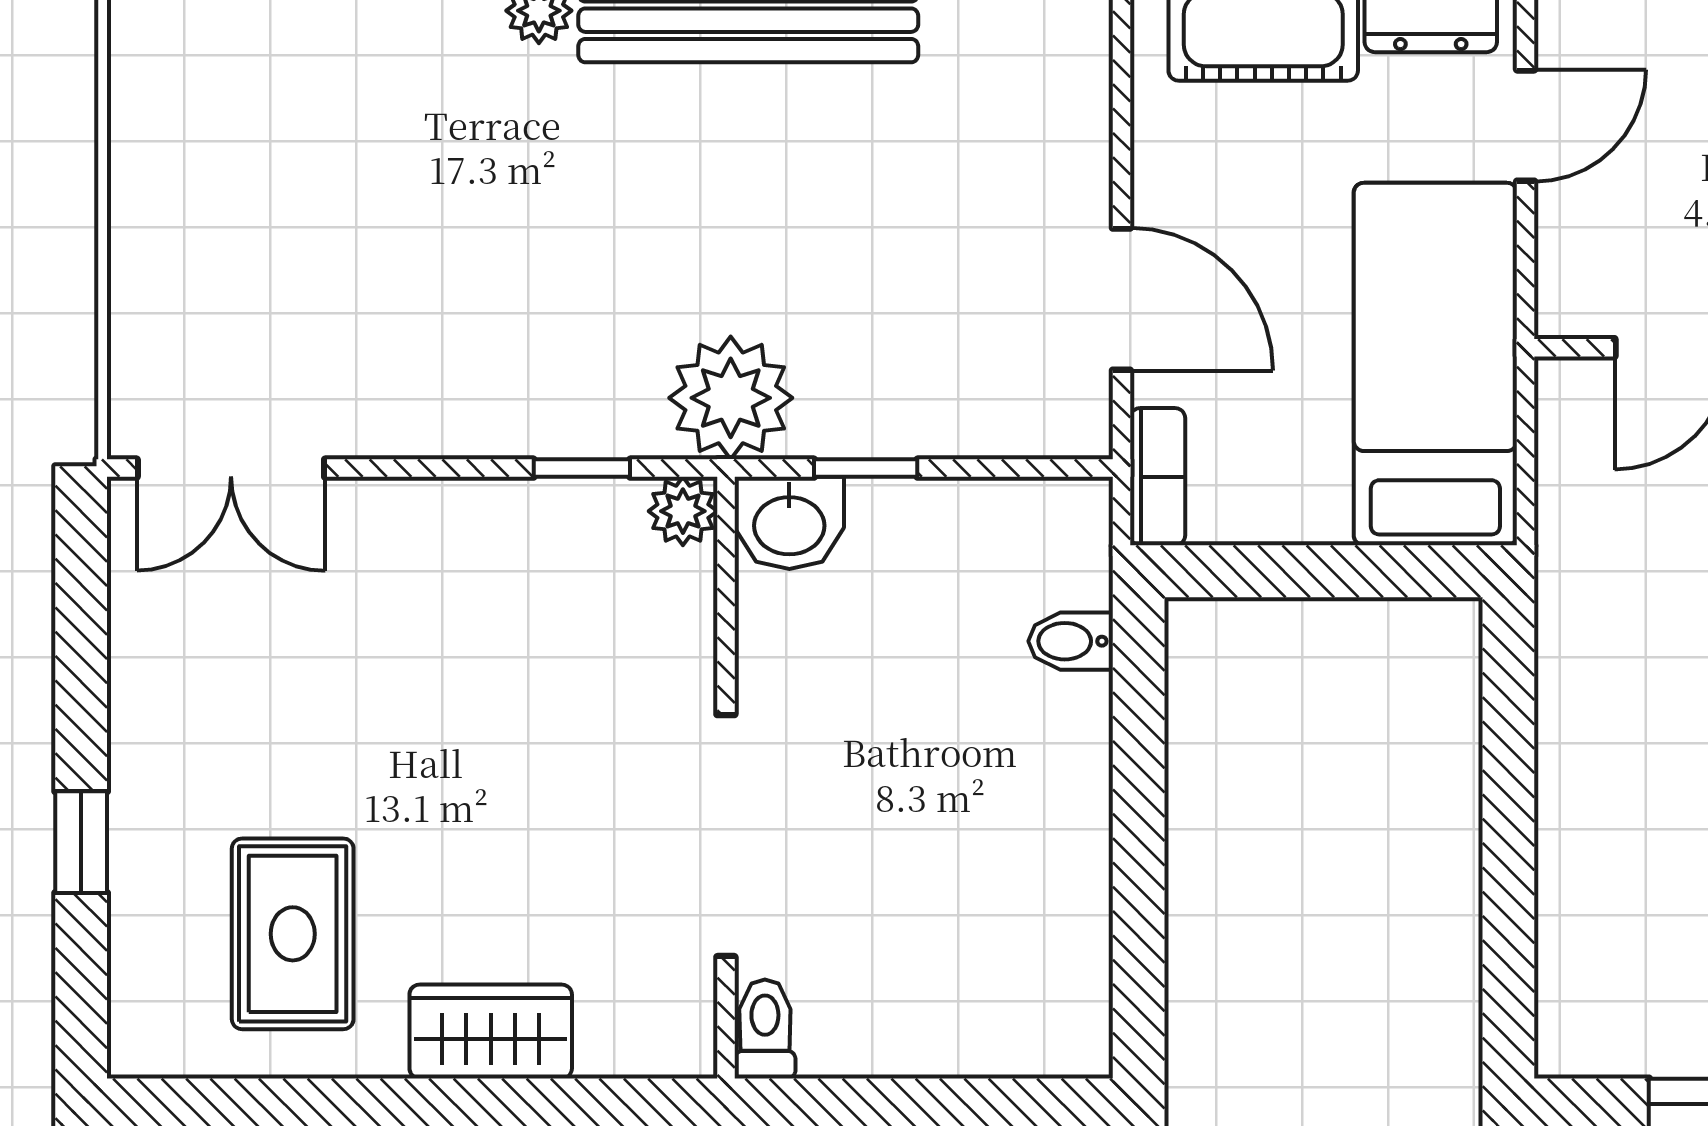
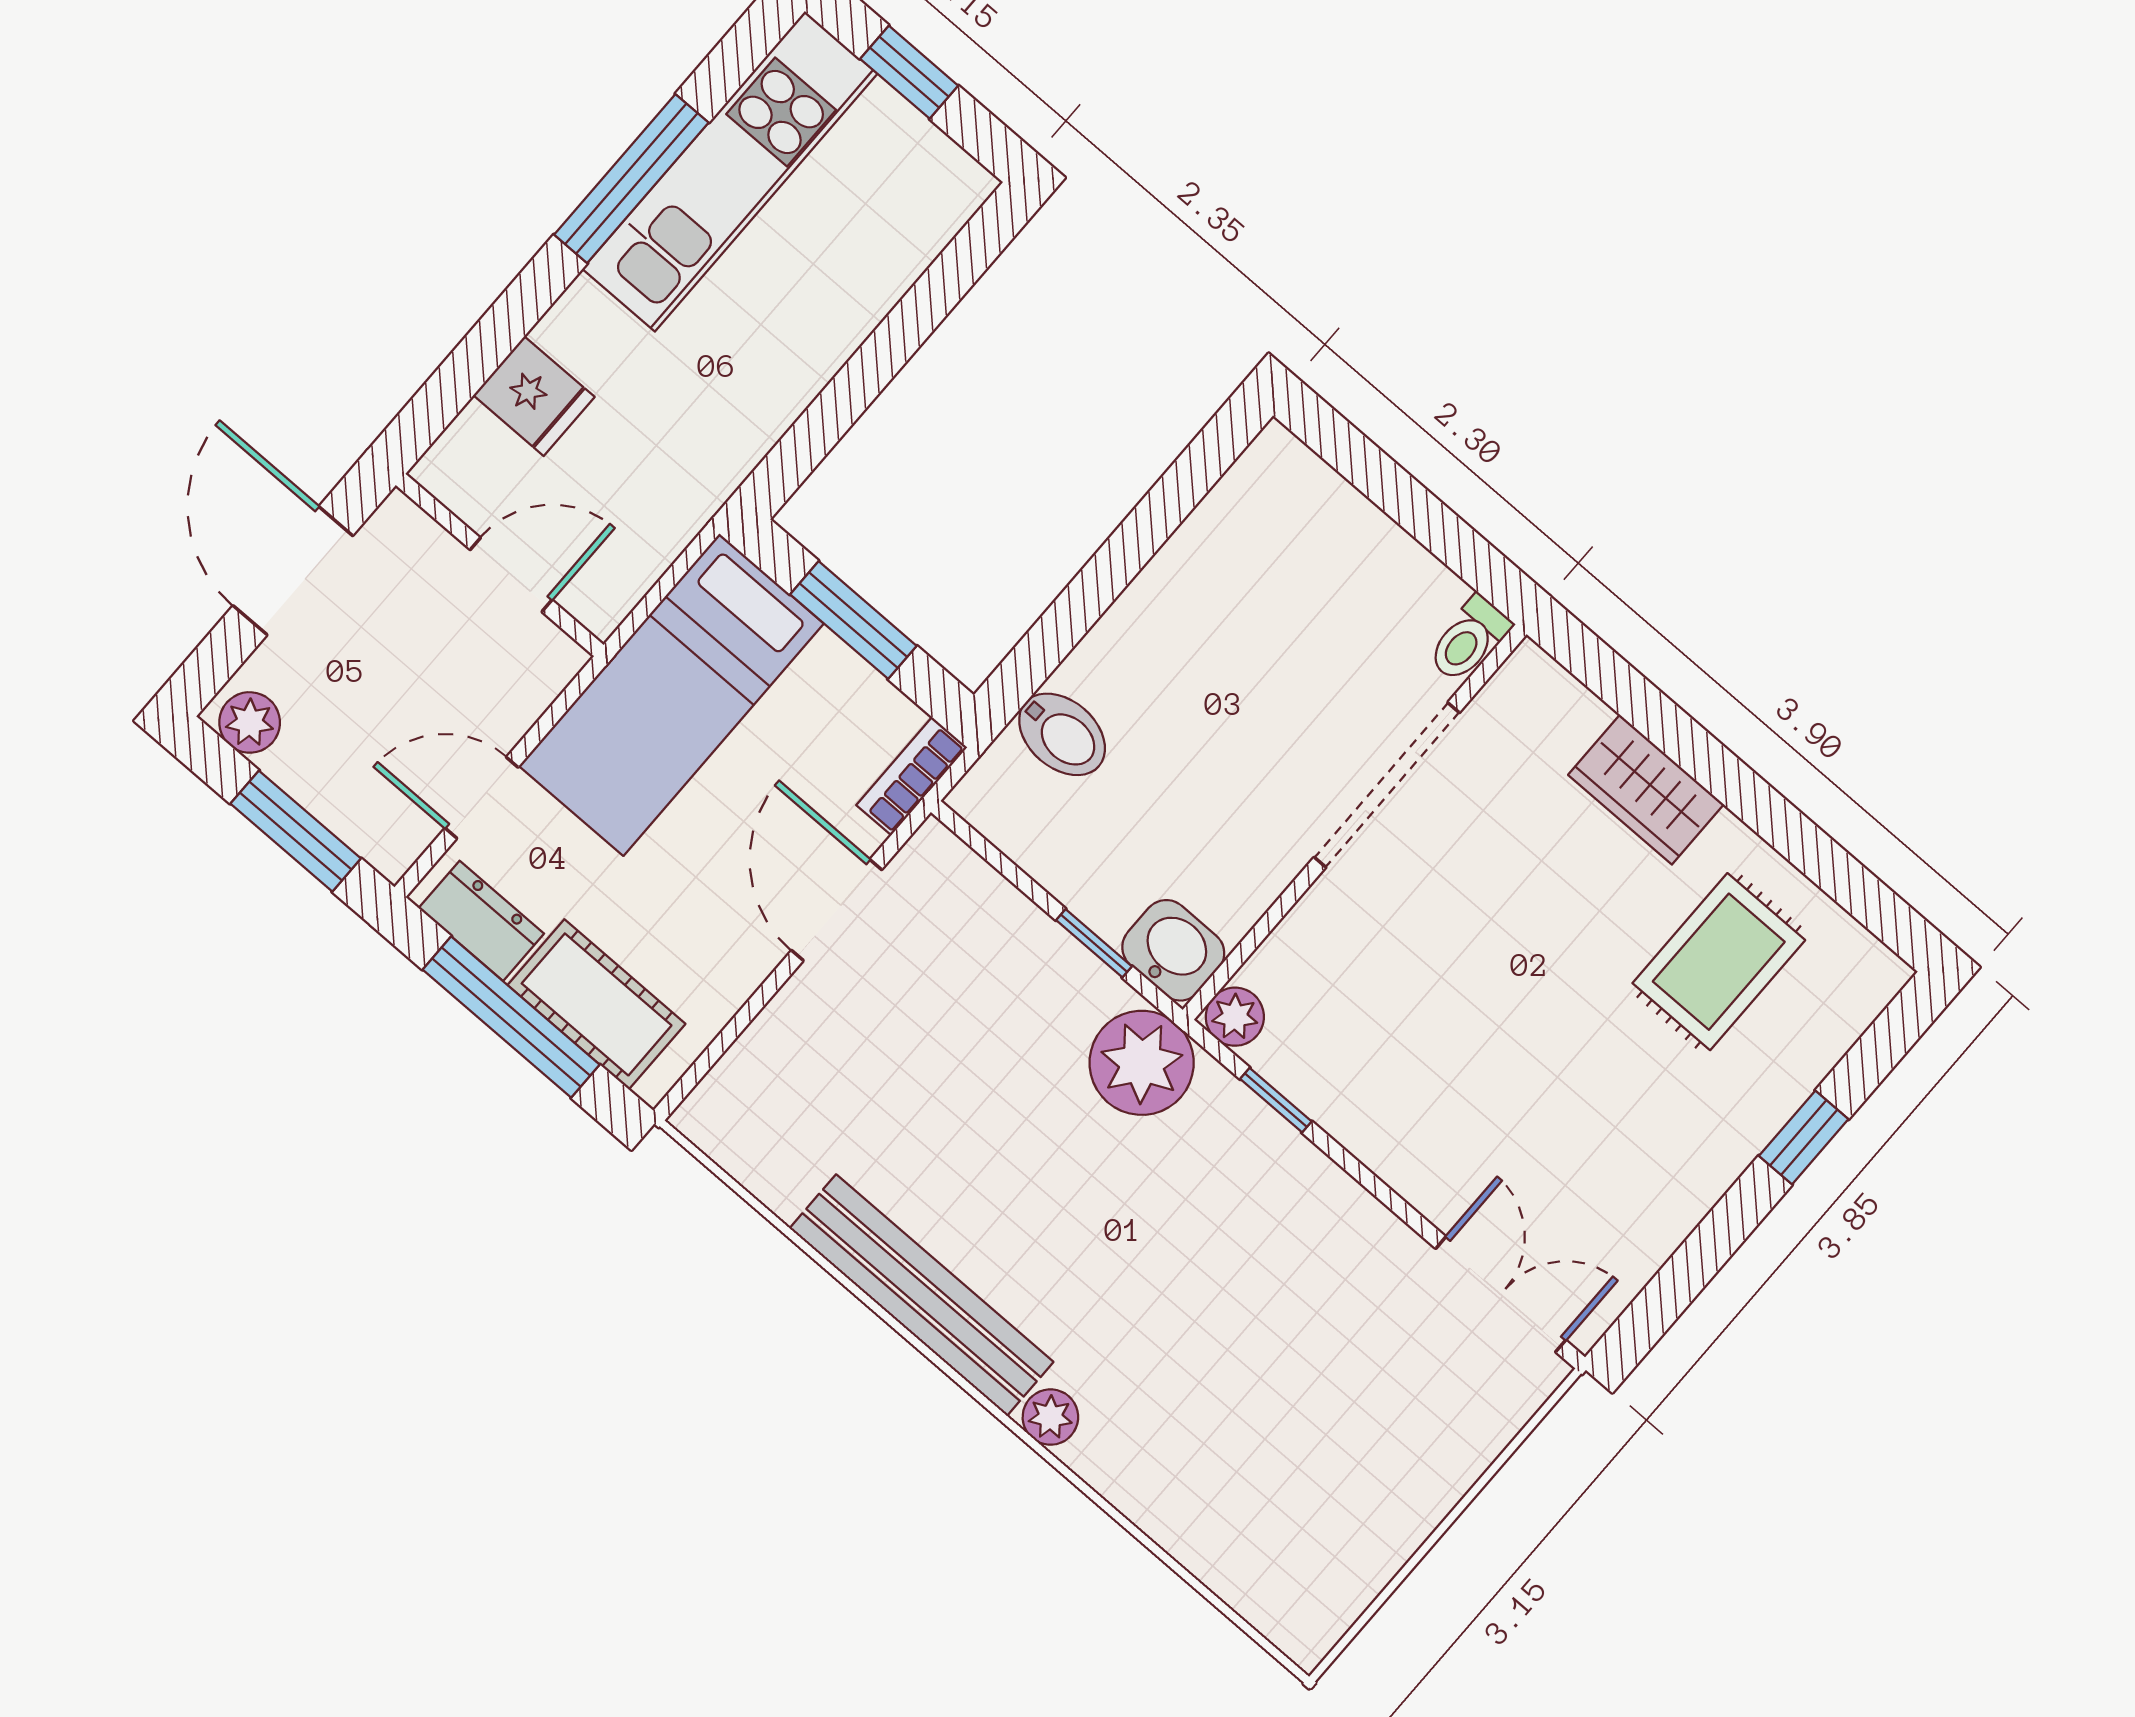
window: (1330, 571) -> (853, 620), added
bidet: (1071, 641) -> (1062, 734), width x1.38, depth x1.36

